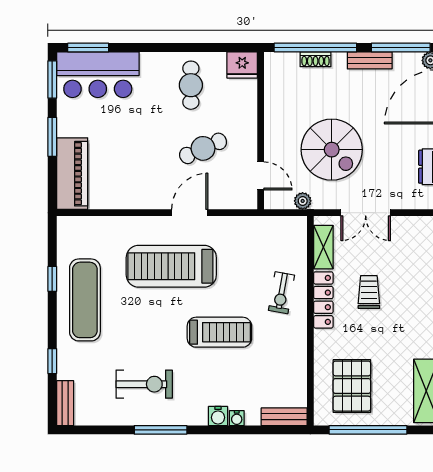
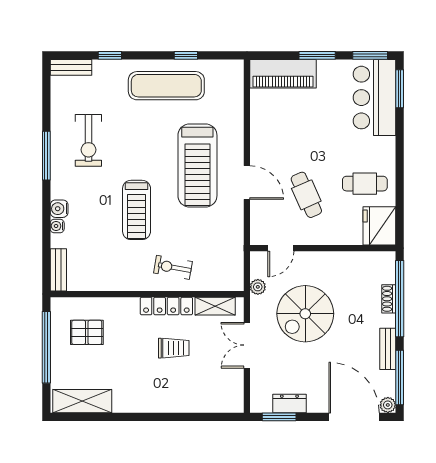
fridge: (242, 65) -> (379, 226), width x1.36, depth x1.34
treadmill: (171, 266) -> (197, 165), turned 180
pallet: (352, 386) -> (87, 332), width x0.67, depth x0.71

